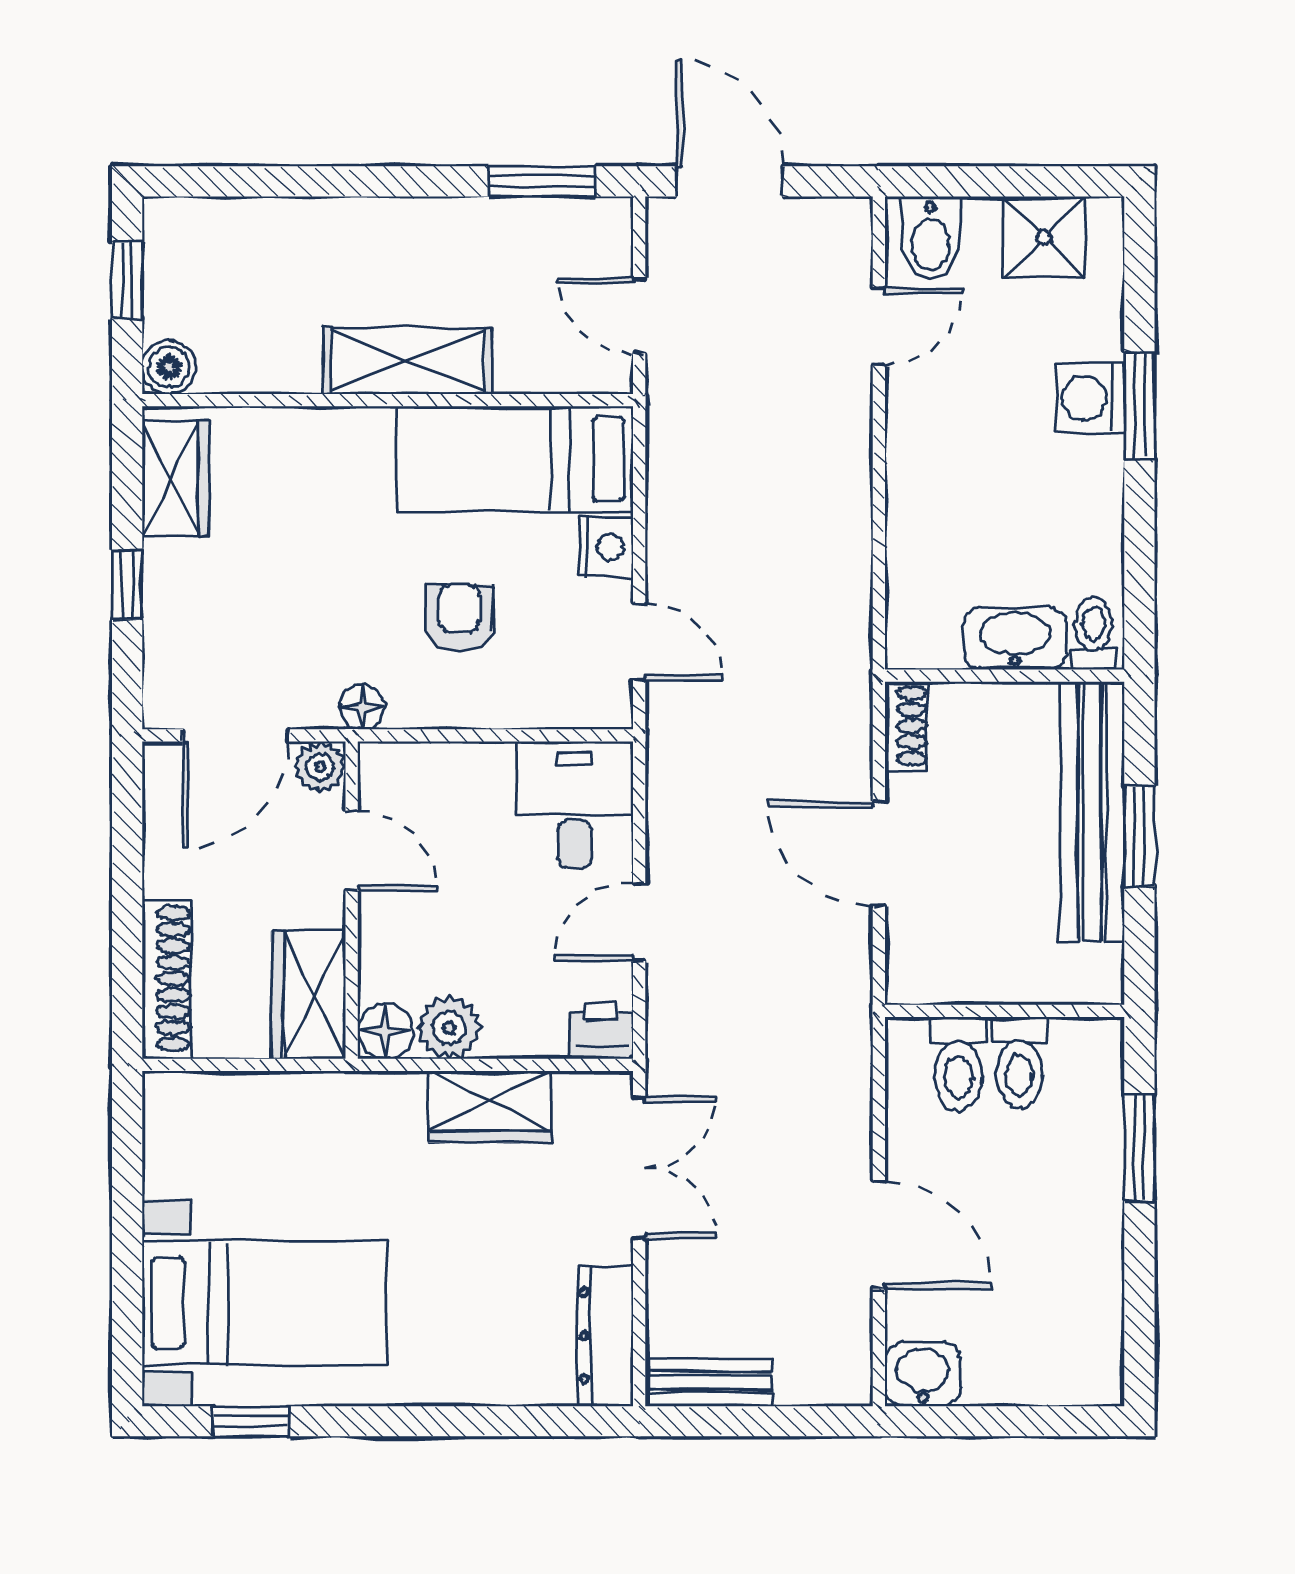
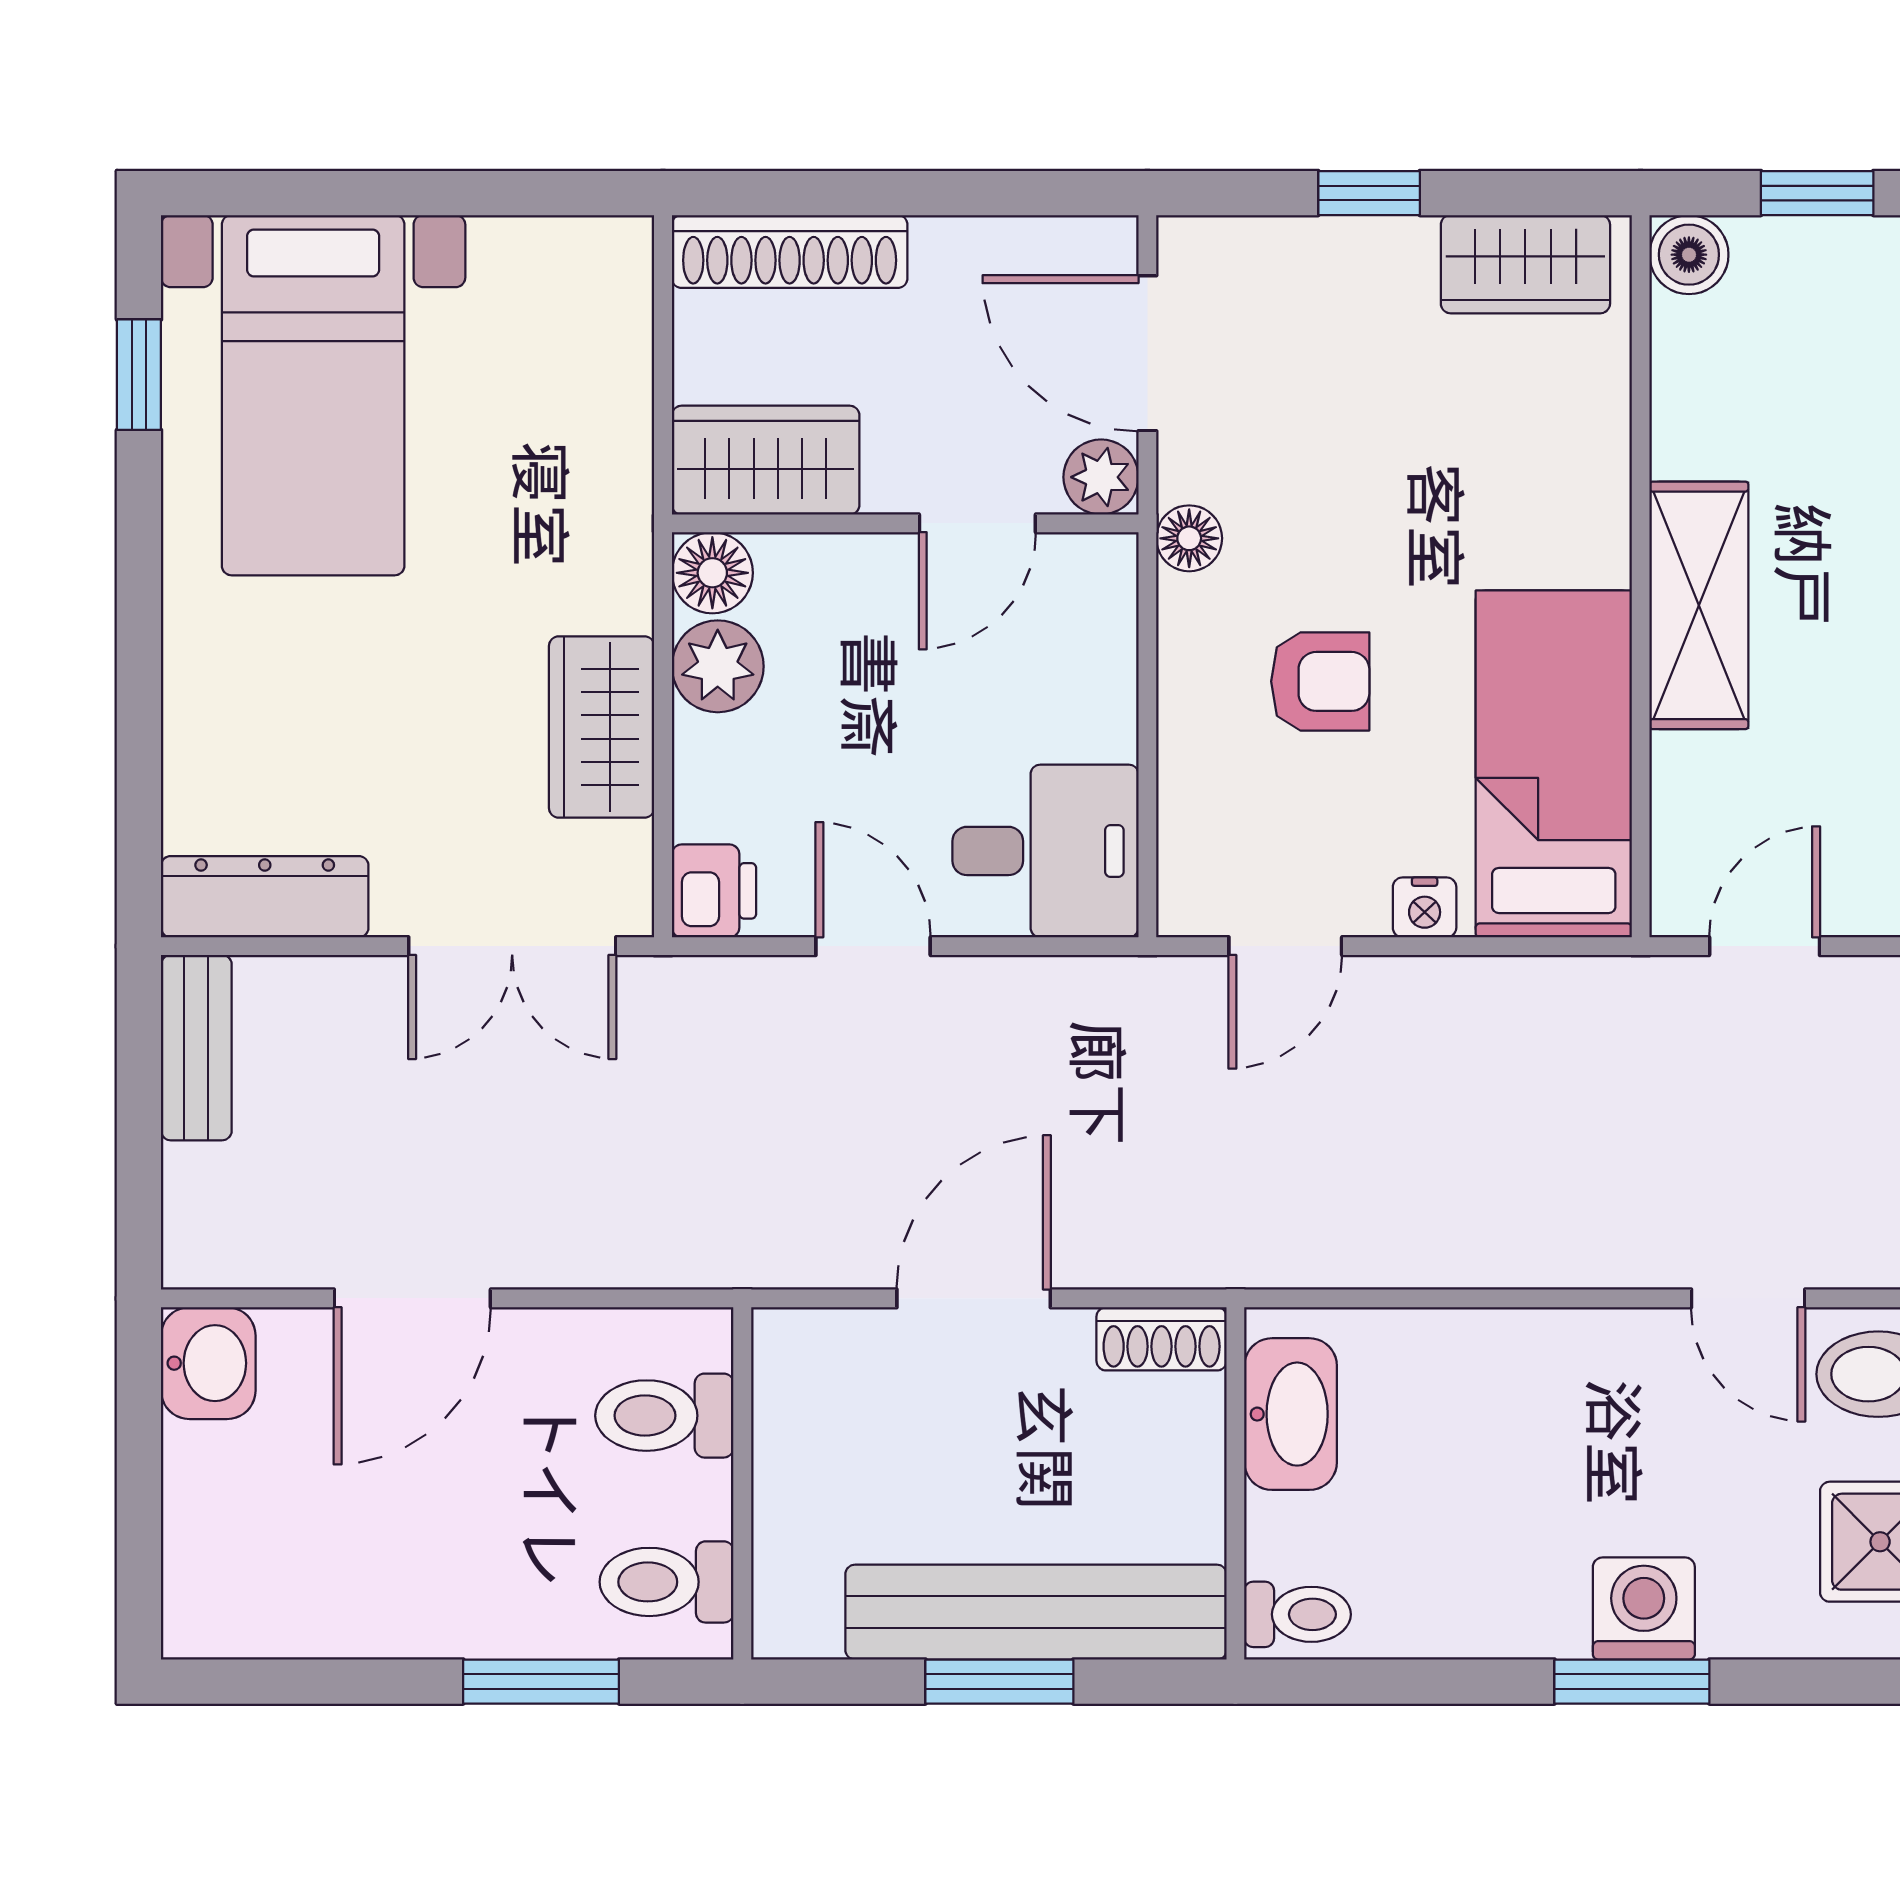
nightstand: (606, 547) -> (1425, 907), width x0.72, depth x0.74
washbasin: (1015, 638) -> (1291, 1414), moved
toilet: (1019, 1062) -> (667, 1582), moved

